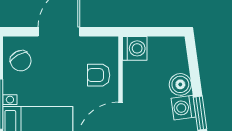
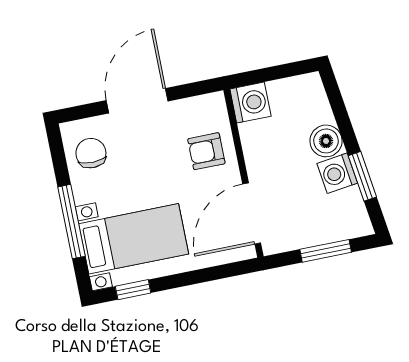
chair: (21, 61) -> (91, 153), turned -151

